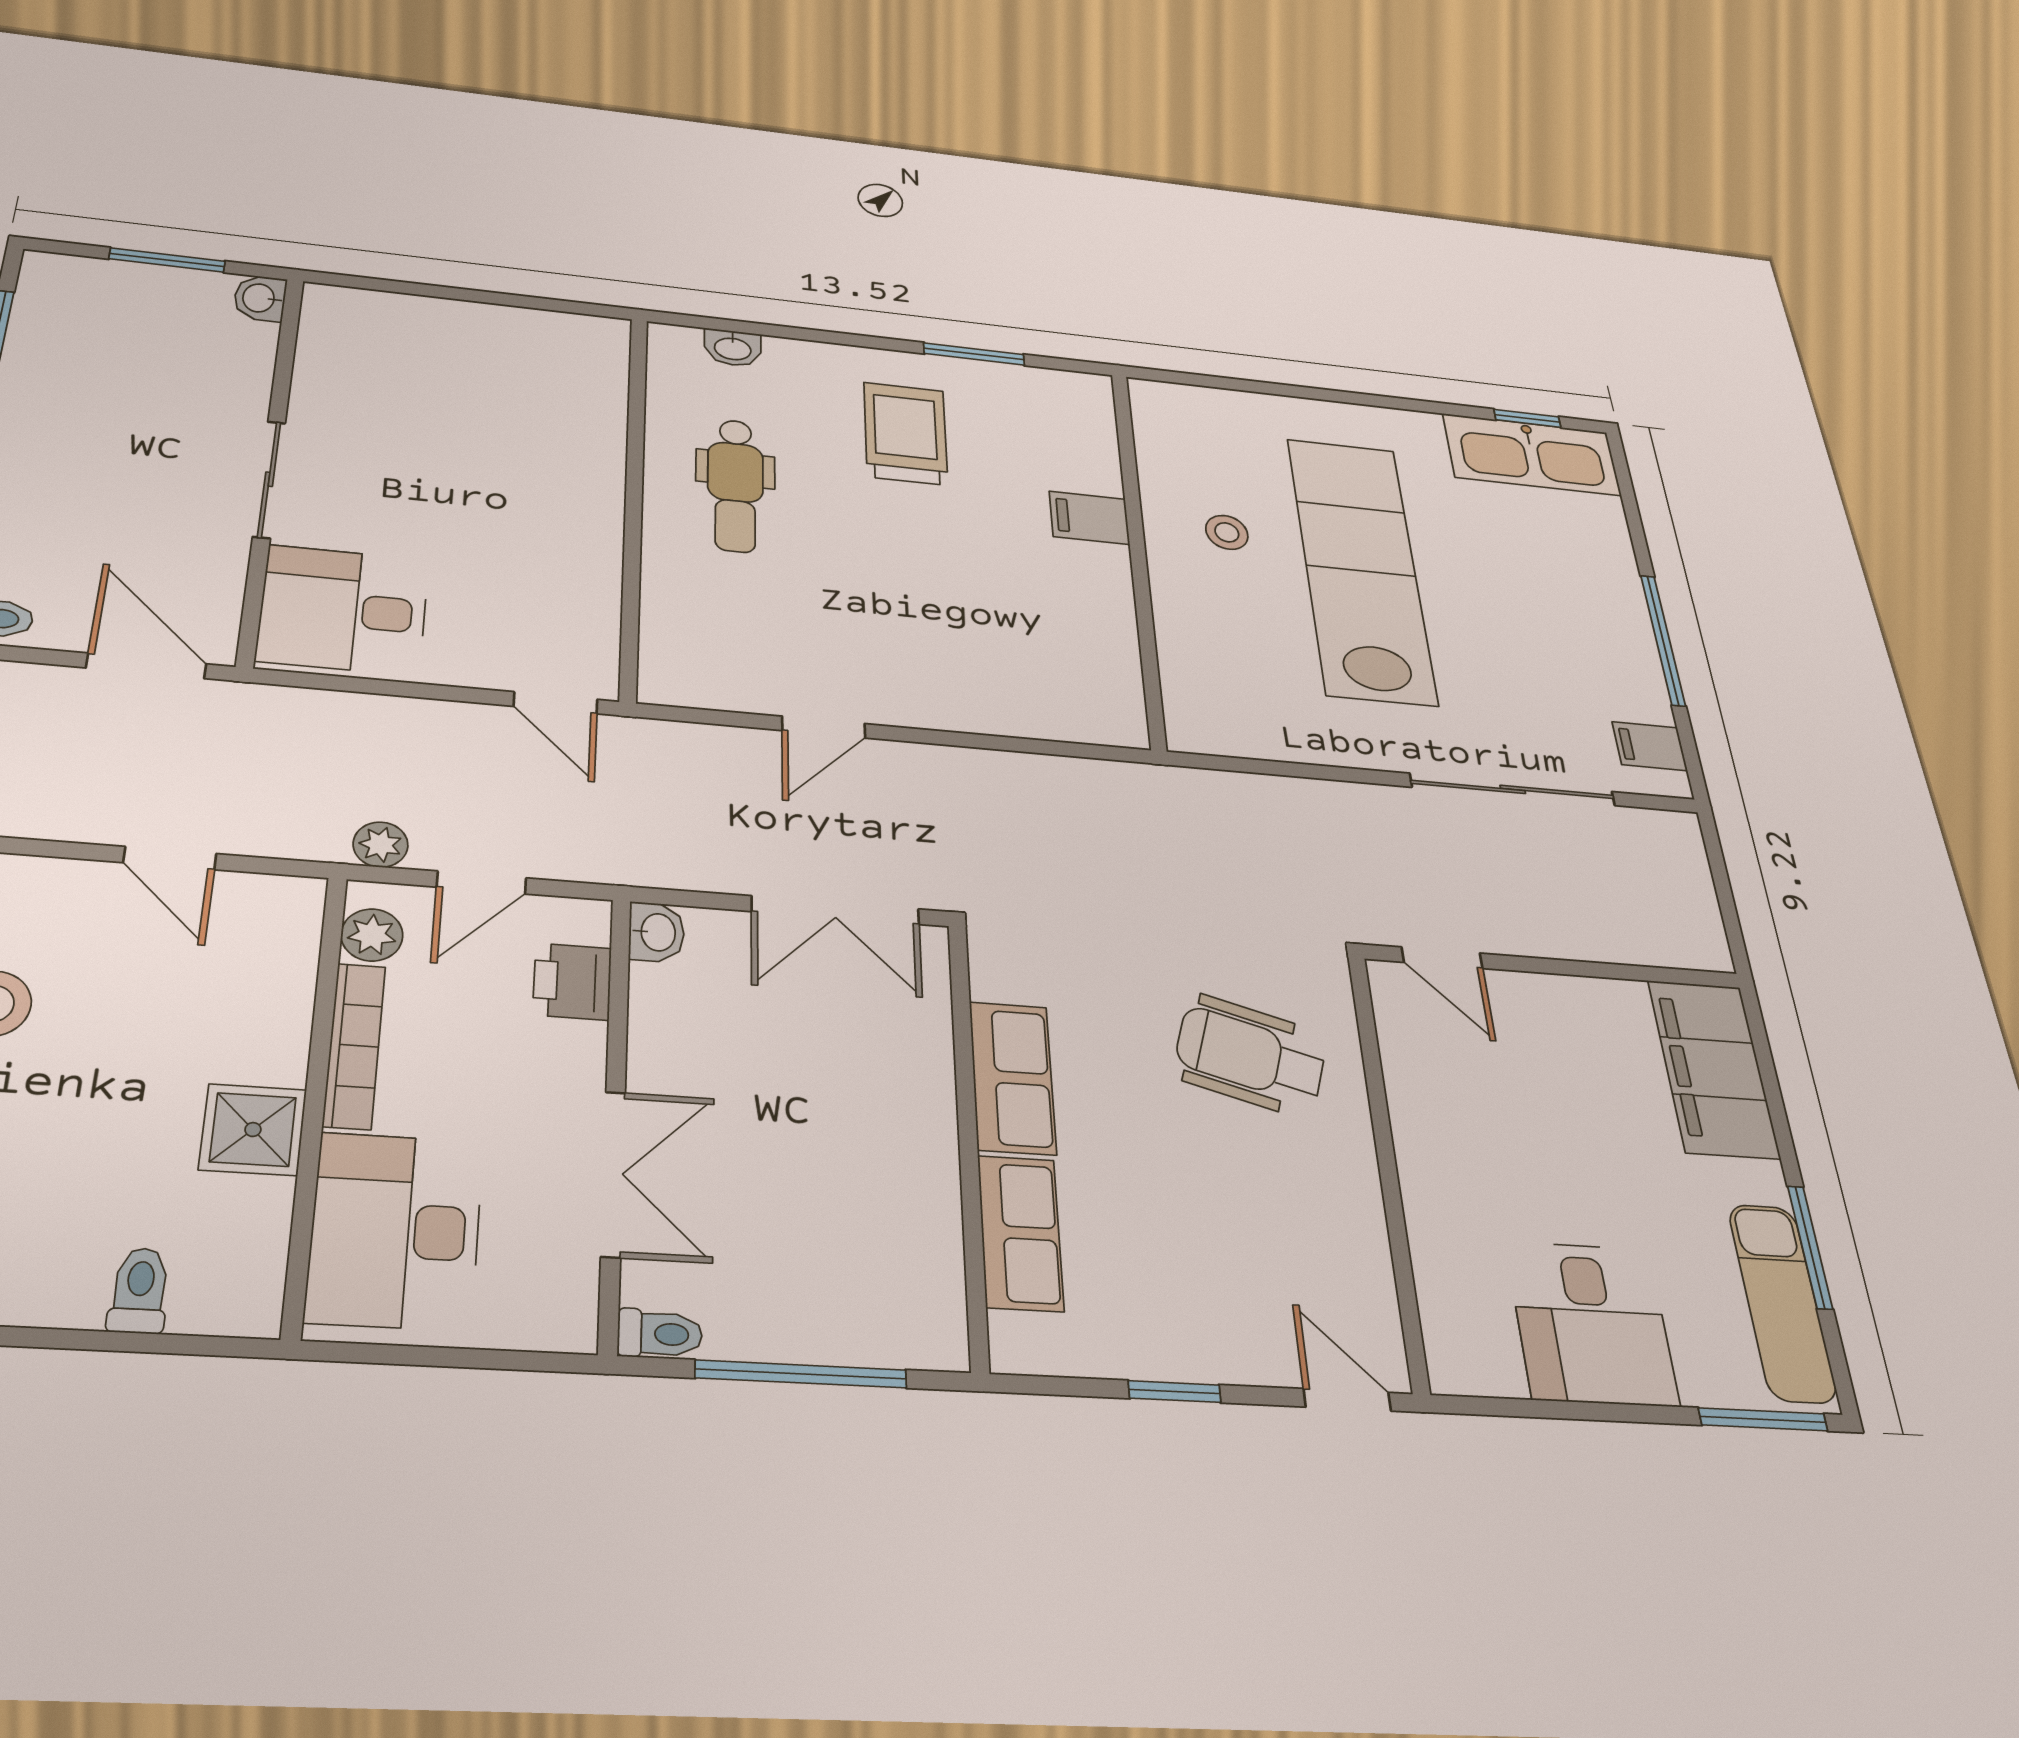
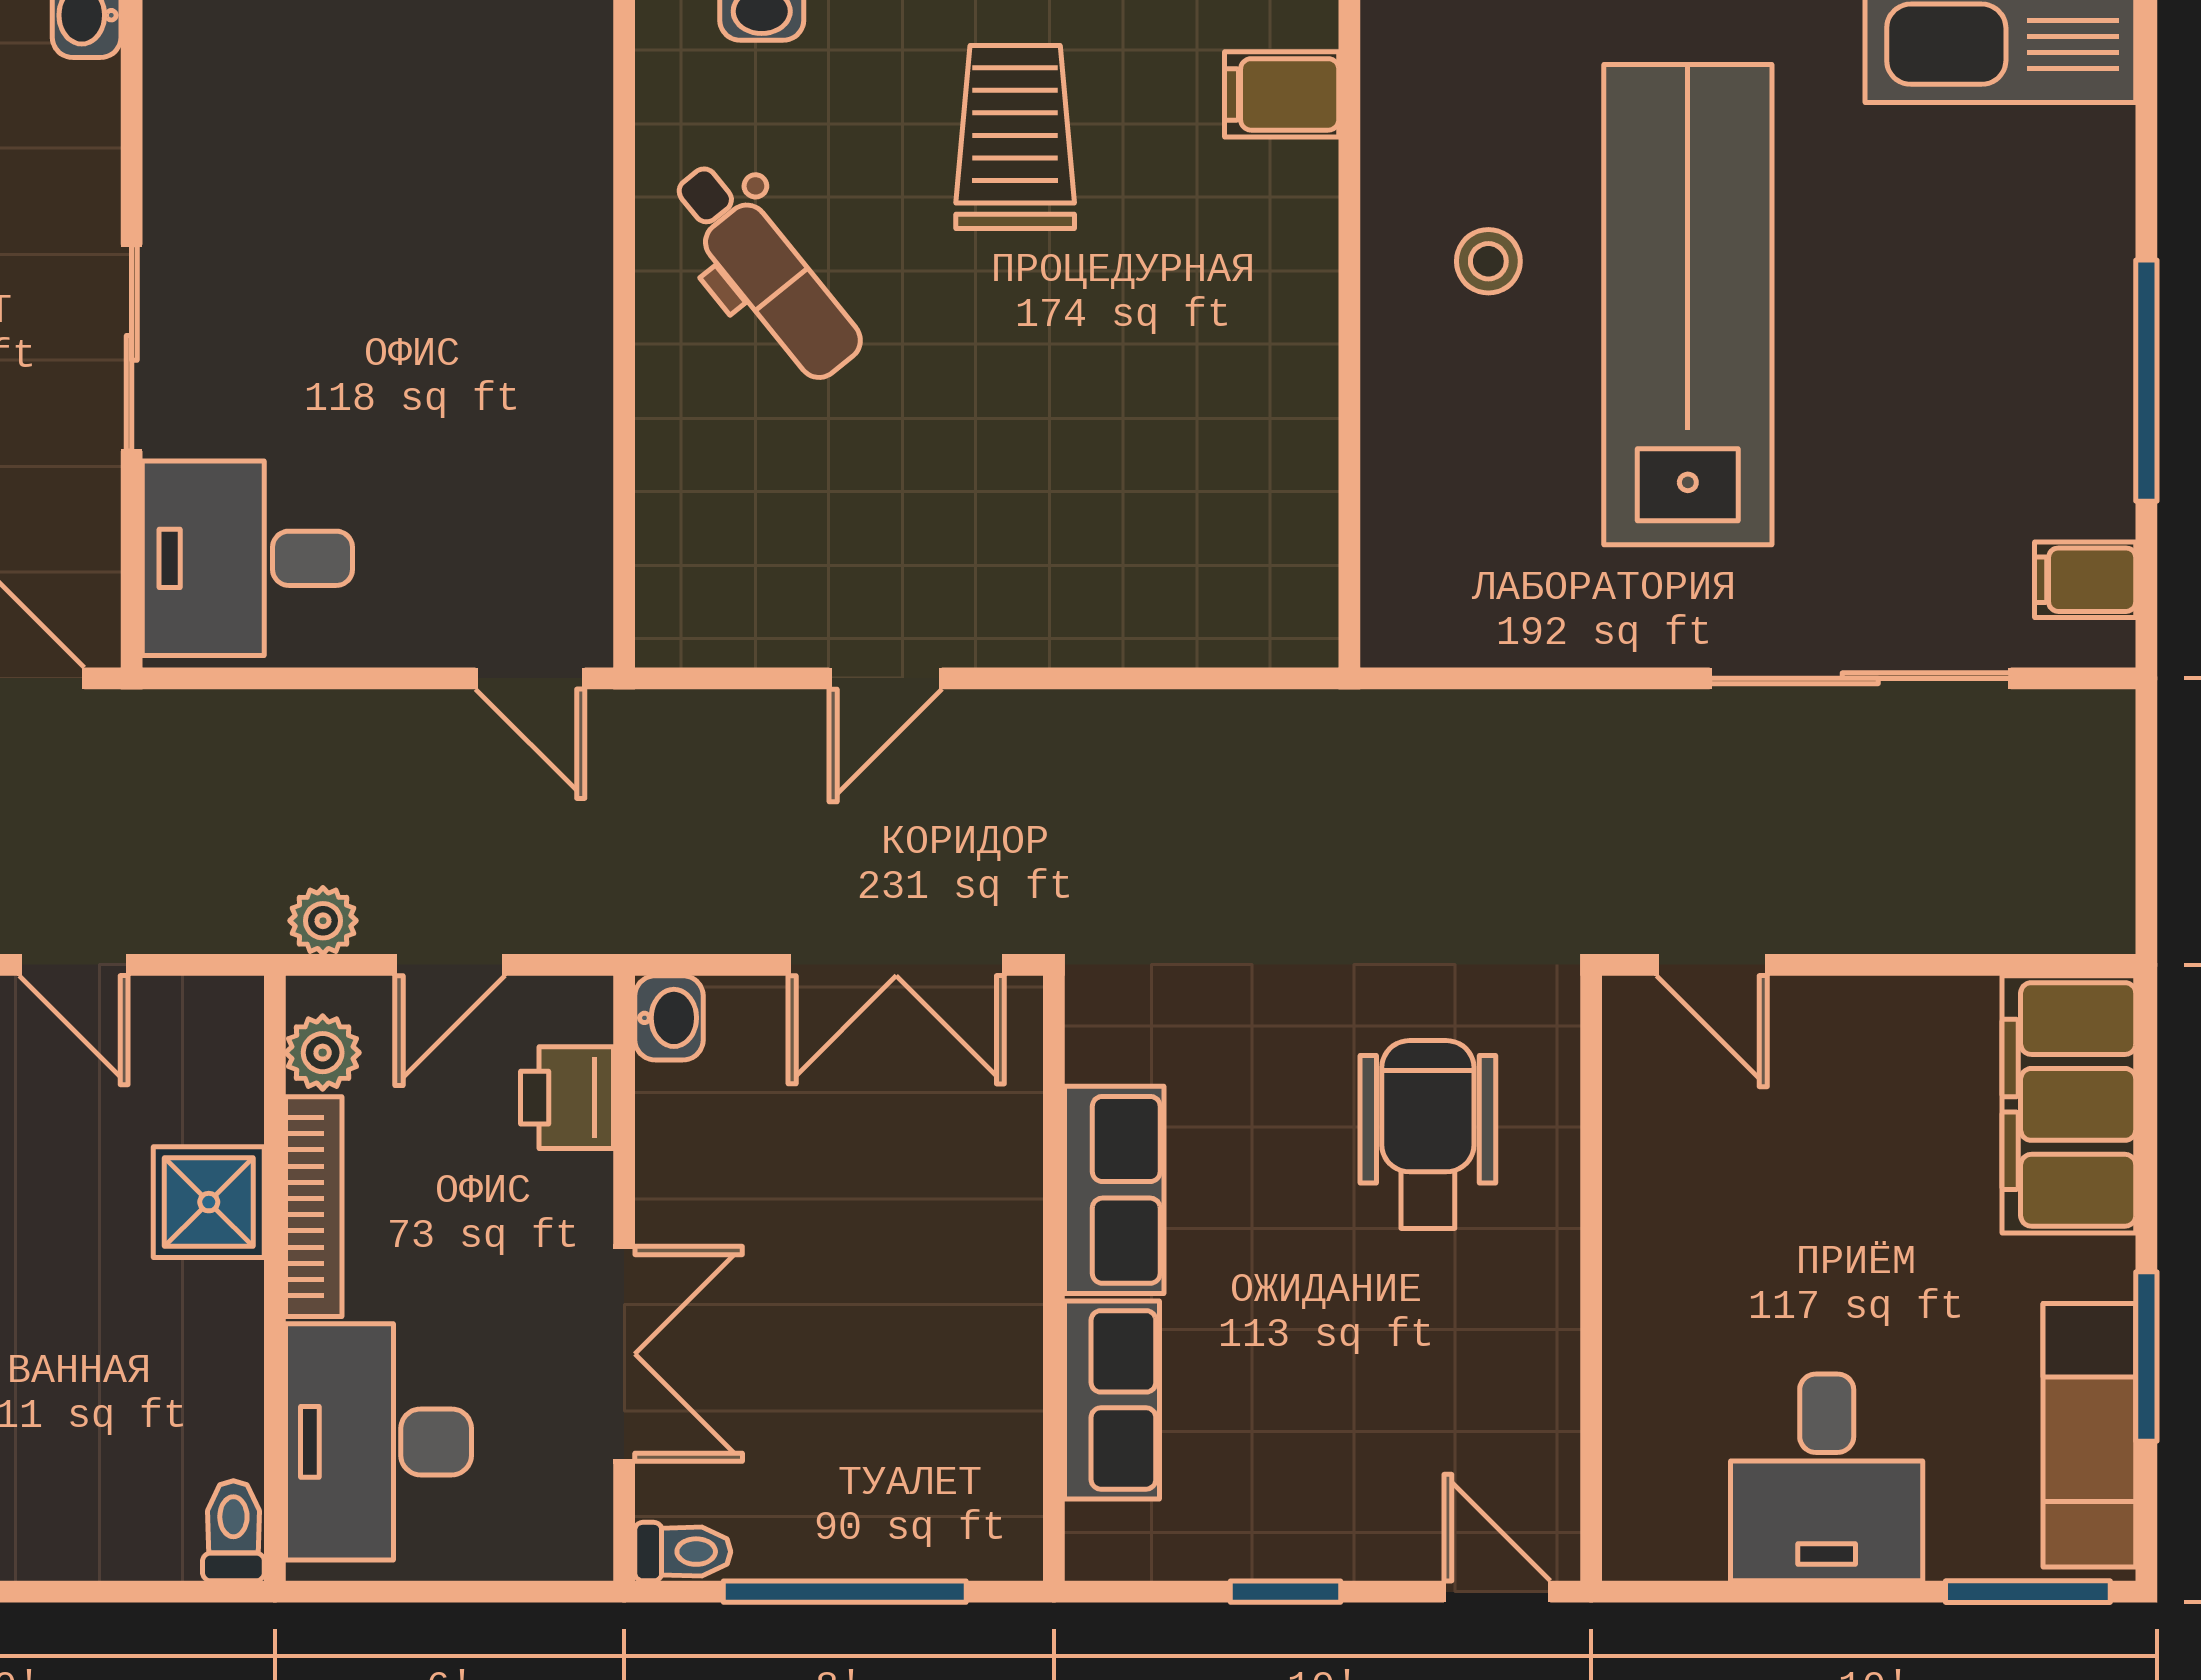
dental chair: (735, 485) -> (766, 271), turned -39
filing cabinet: (1089, 518) -> (1282, 94), moved
wheelchair: (1250, 1056) -> (1428, 1134), turned 74
shower: (253, 1130) -> (209, 1202), moved
toilet: (139, 1290) -> (233, 1531), moved

